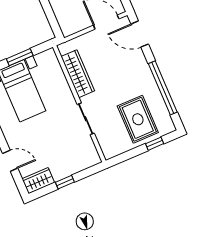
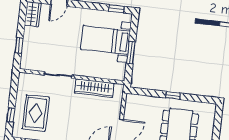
rug: (138, 119) -> (36, 113), turned 90
window: (65, 182) -> (19, 45), moved

